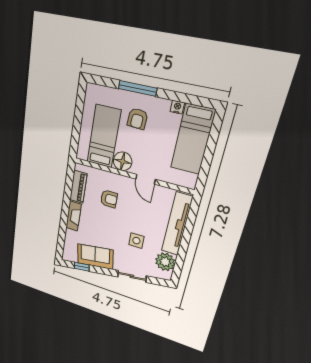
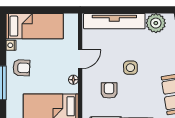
armchair: (137, 119) -> (21, 68), moved
floor lamp: (123, 161) -> (73, 80), width x0.53, depth x0.53
side table: (136, 241) -> (130, 68), moved

